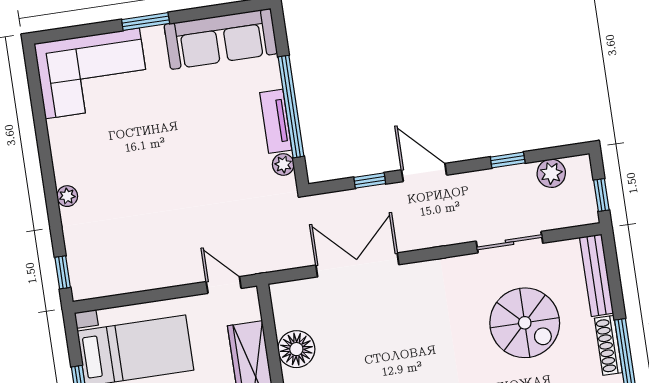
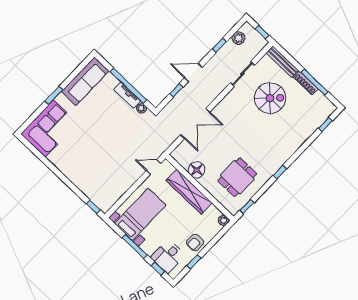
plant: (67, 196) -> (74, 179), removed
double door: (357, 265) -> (195, 123), swing flipped

